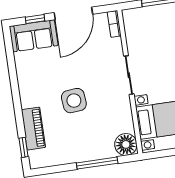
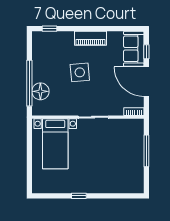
piano: (33, 129) -> (91, 38), moved
floor lamp: (126, 144) -> (40, 91), moved
window: (97, 163) -> (29, 83), width x1.46

